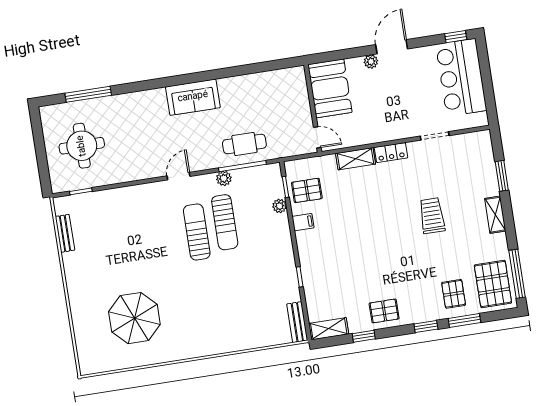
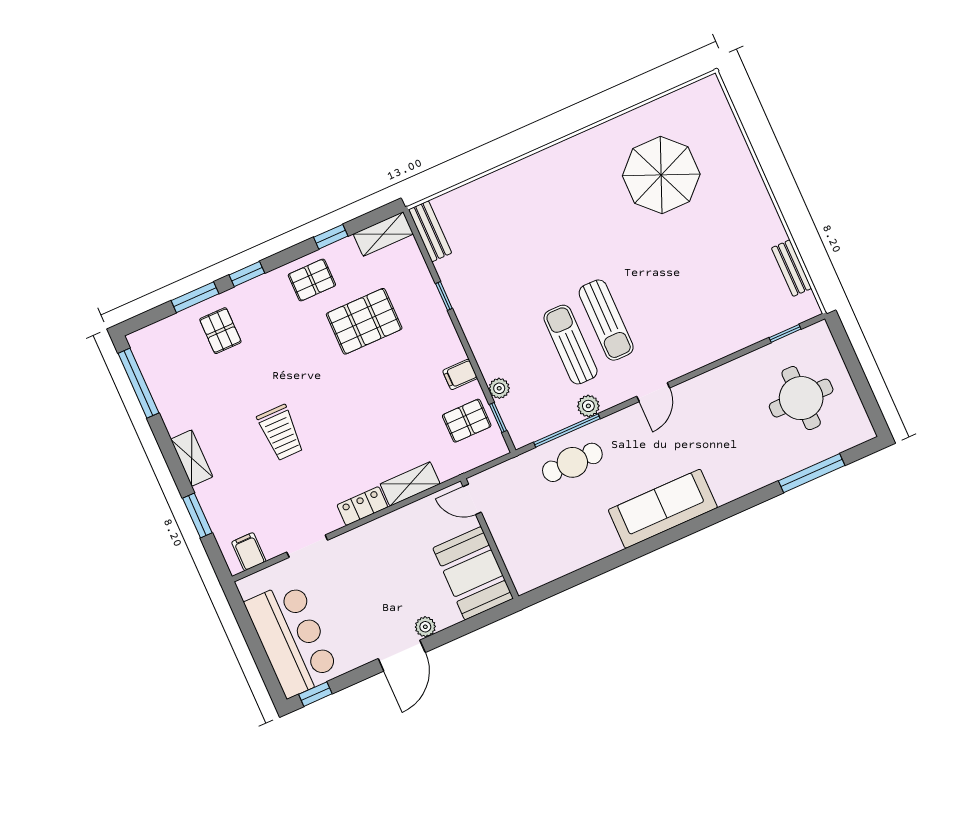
sofa: (193, 97) -> (663, 509), width x1.36
filing cabinet: (474, 143) -> (249, 552), added
pallet: (493, 284) -> (364, 321), moved, turned 90

